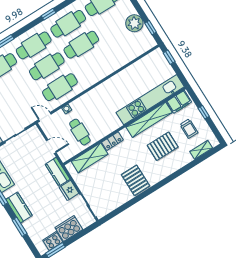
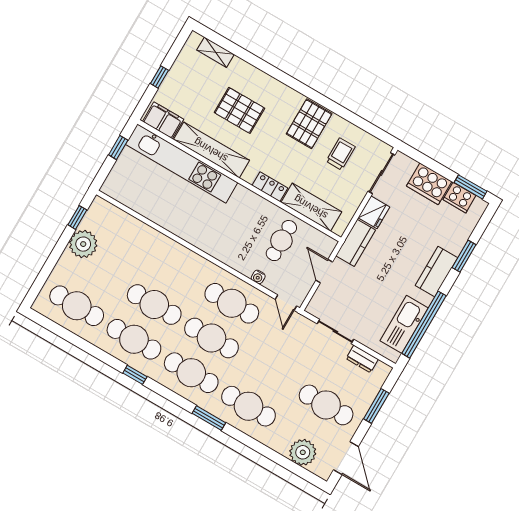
window: (169, 57) -> (118, 148), moved
trolley: (189, 129) -> (341, 154), moved

